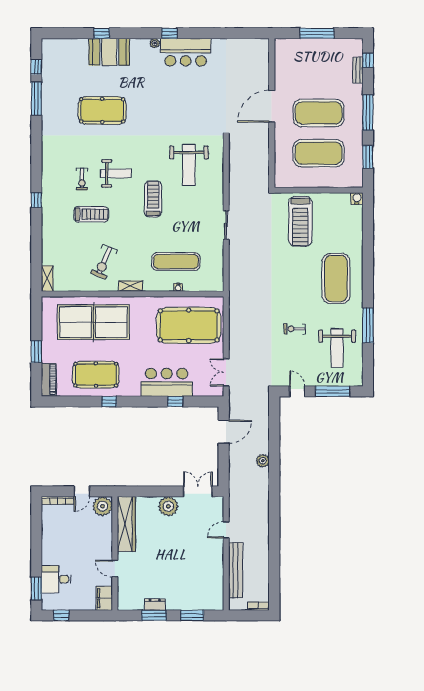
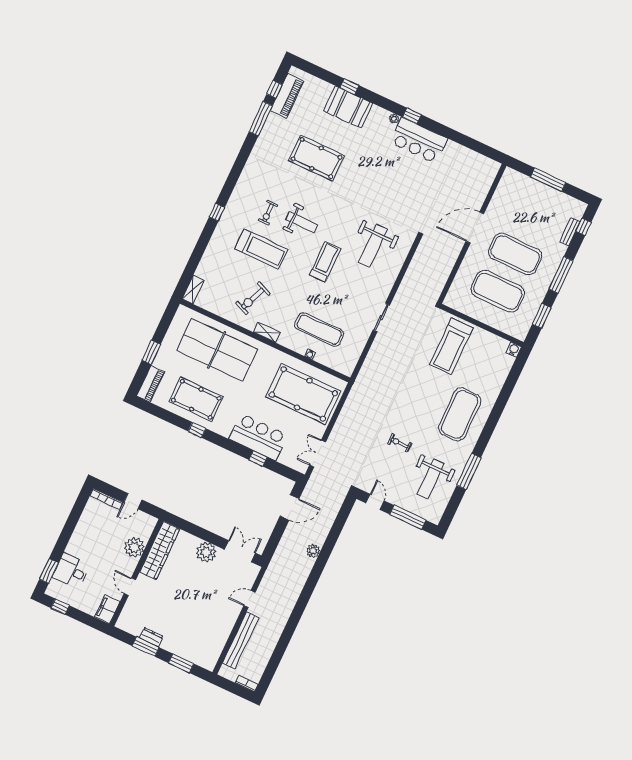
piano: (50, 67) -> (287, 96), added
treadmill: (91, 214) -> (261, 249), width x1.37, depth x1.38
plant: (103, 506) -> (134, 547), moved

